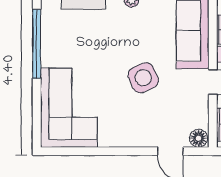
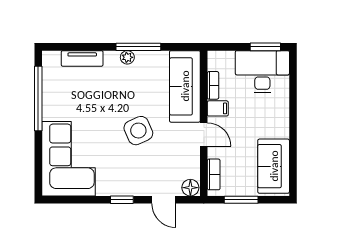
window: (126, 151) -> (122, 200), added

